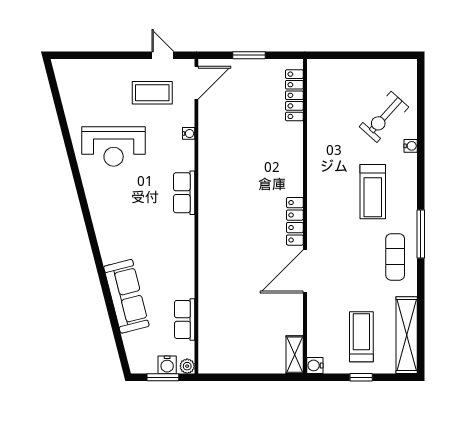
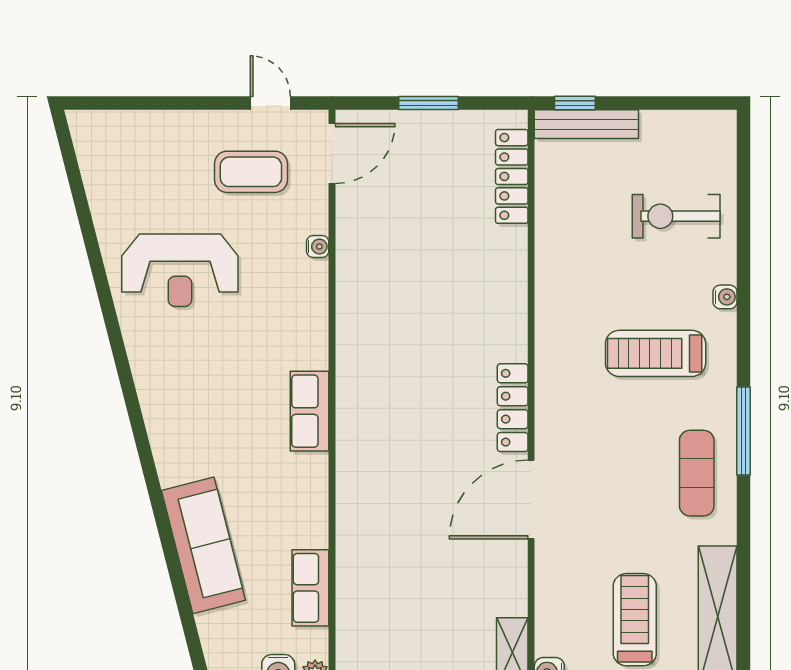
window: (329, 55) -> (575, 103), added
bench: (335, 67) -> (586, 124), added
exercise bike: (384, 117) -> (676, 216), turned 48
water cooler: (411, 146) -> (725, 297), moved
treadmill: (373, 192) -> (656, 353), turned 90
row of seats: (184, 193) -> (309, 411), moved

